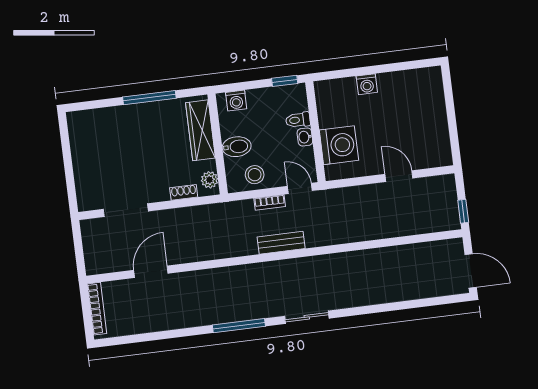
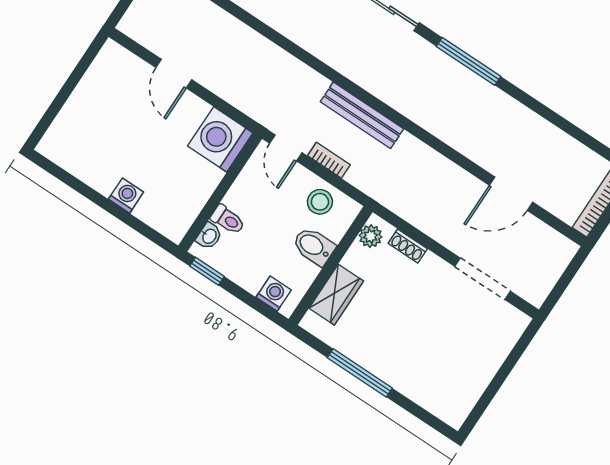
wardrobe: (200, 130) -> (336, 295), width x0.67
washbasin: (305, 137) -> (209, 236), moved
washing machine: (339, 145) -> (220, 139), moved
bench: (281, 243) -> (362, 115), width x1.36

